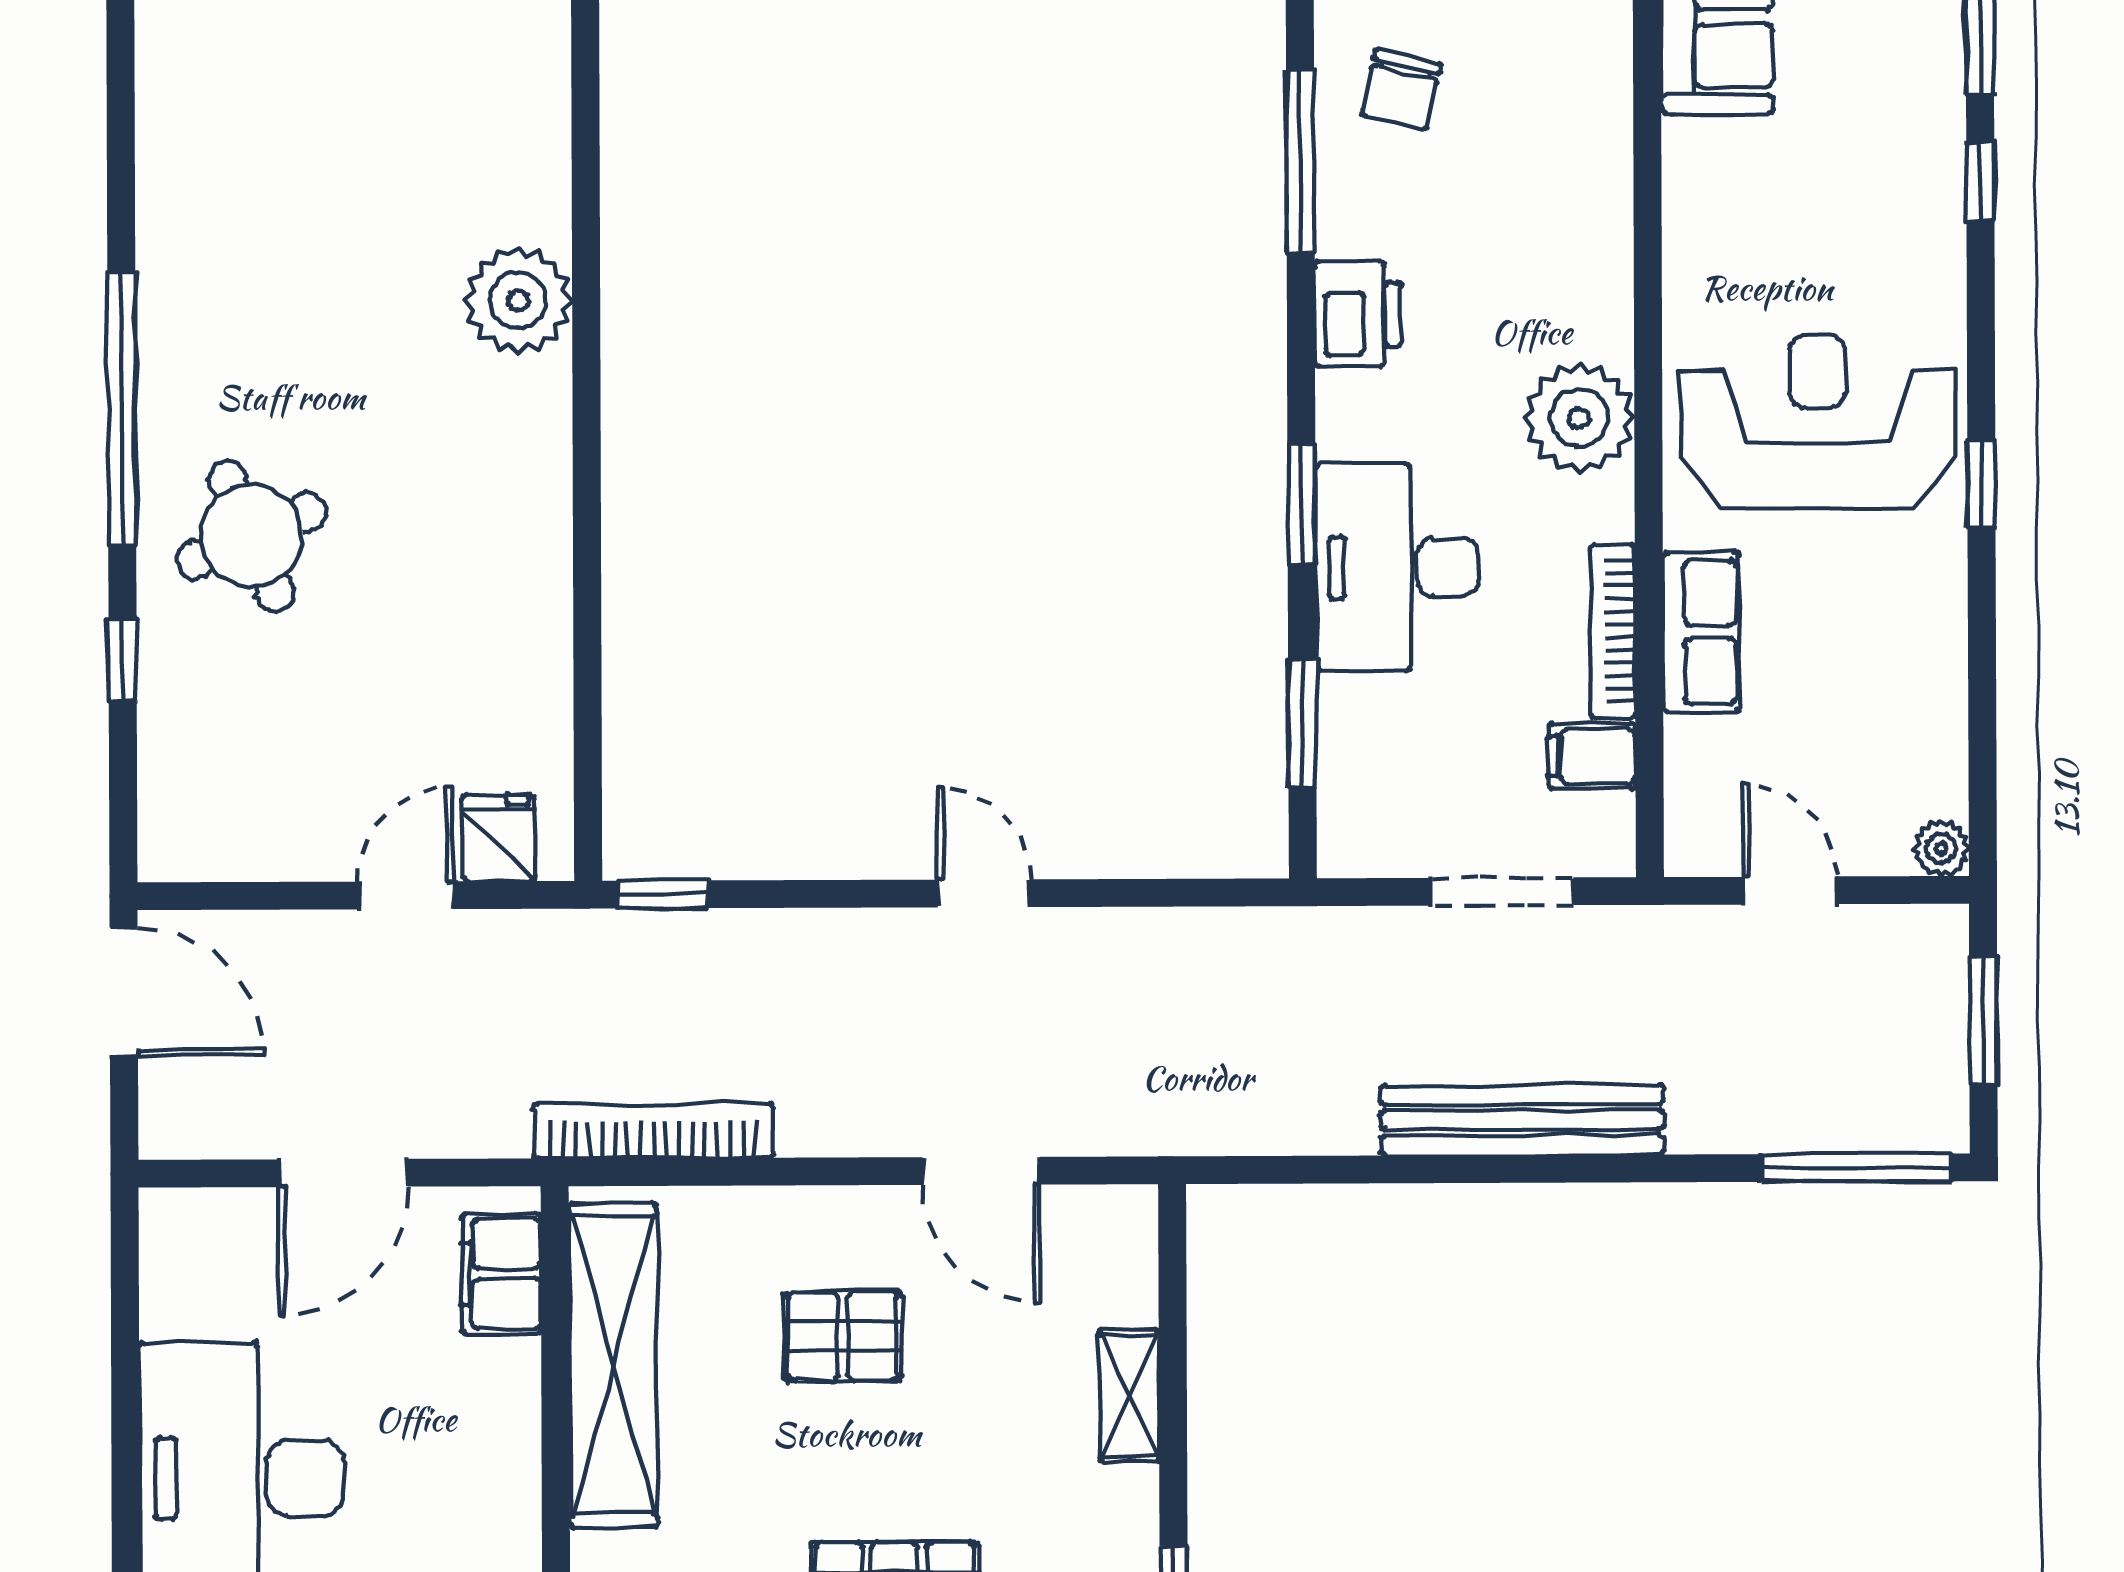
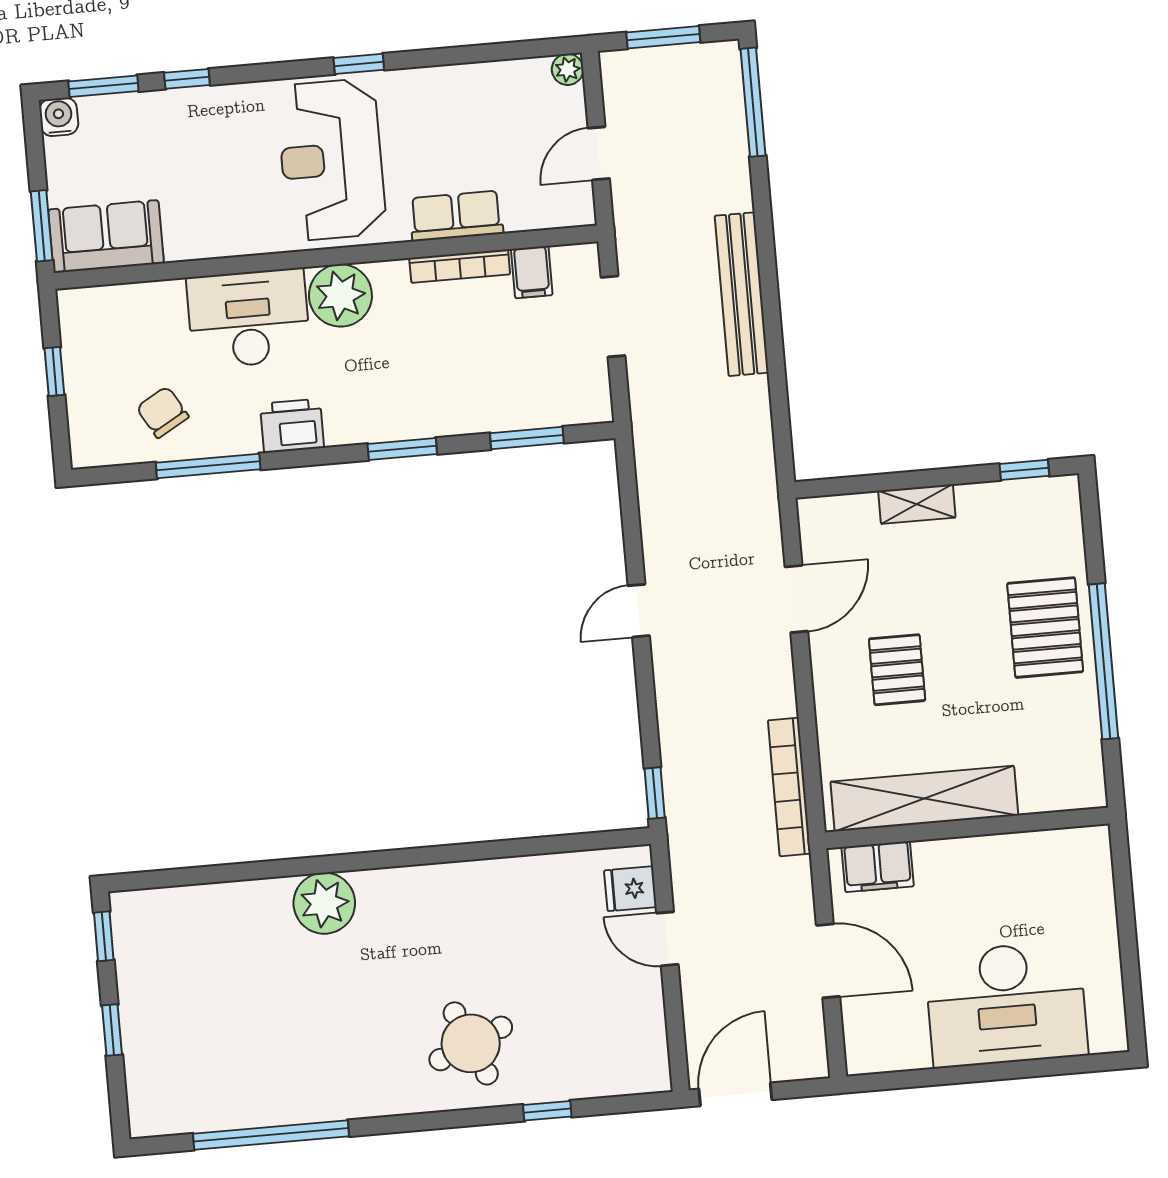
chair: (1401, 90) -> (163, 412), turned -133
window: (122, 409) -> (271, 1135), moved
desk: (1397, 567) -> (249, 318), moved, turned 180

